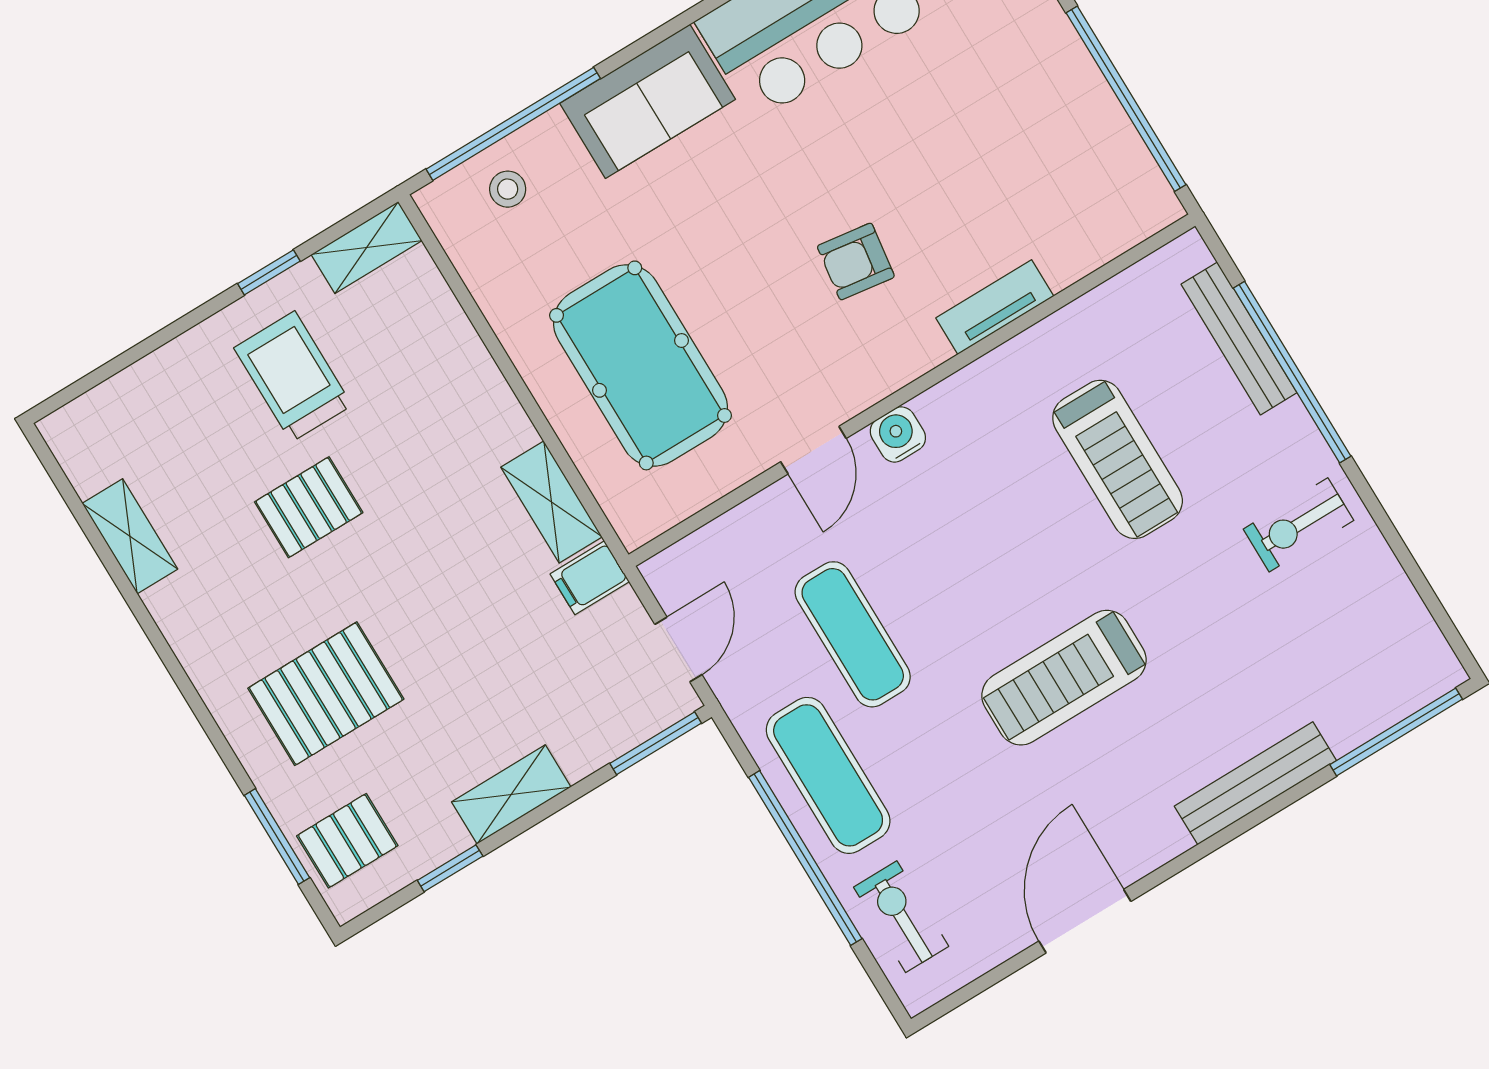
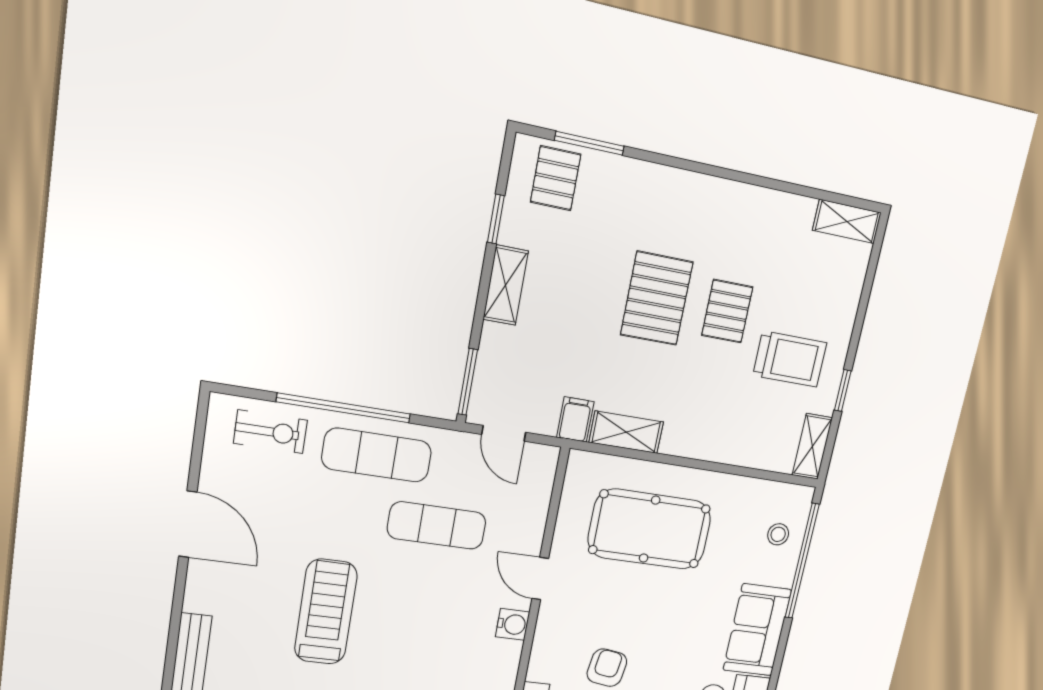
shelving: (130, 536) -> (847, 221), moved
pallet: (326, 694) -> (657, 298), moved

